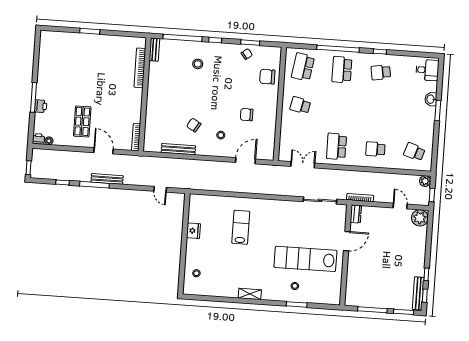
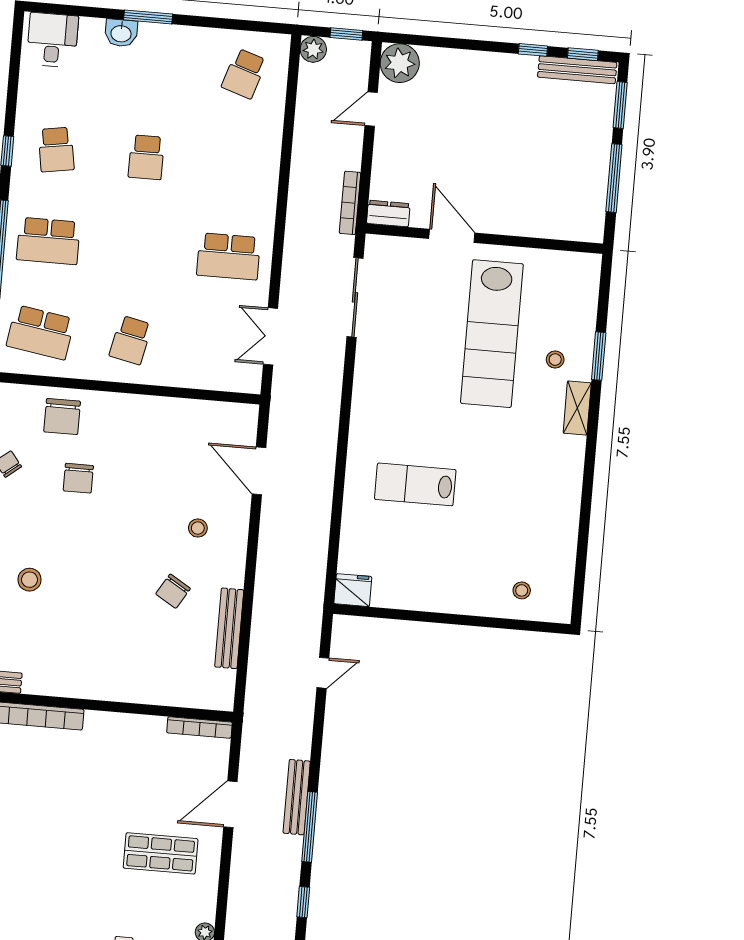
chair: (247, 115) -> (78, 478), moved
school desk: (375, 149) -> (146, 157), moved
fridge: (193, 231) -> (353, 590), moved
shelving: (250, 294) -> (577, 408), moved

